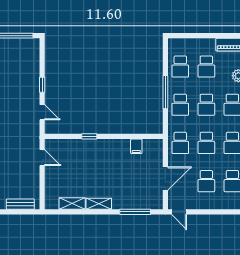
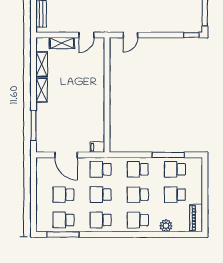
window: (42, 85) -> (191, 35), moved
window: (165, 92) -> (168, 155), moved
window: (89, 136) -> (107, 81), removed
filing cabinet: (136, 146) -> (97, 147), moved
shelving: (50, 183) -> (62, 43), added
door: (179, 212) -> (34, 168), removed

